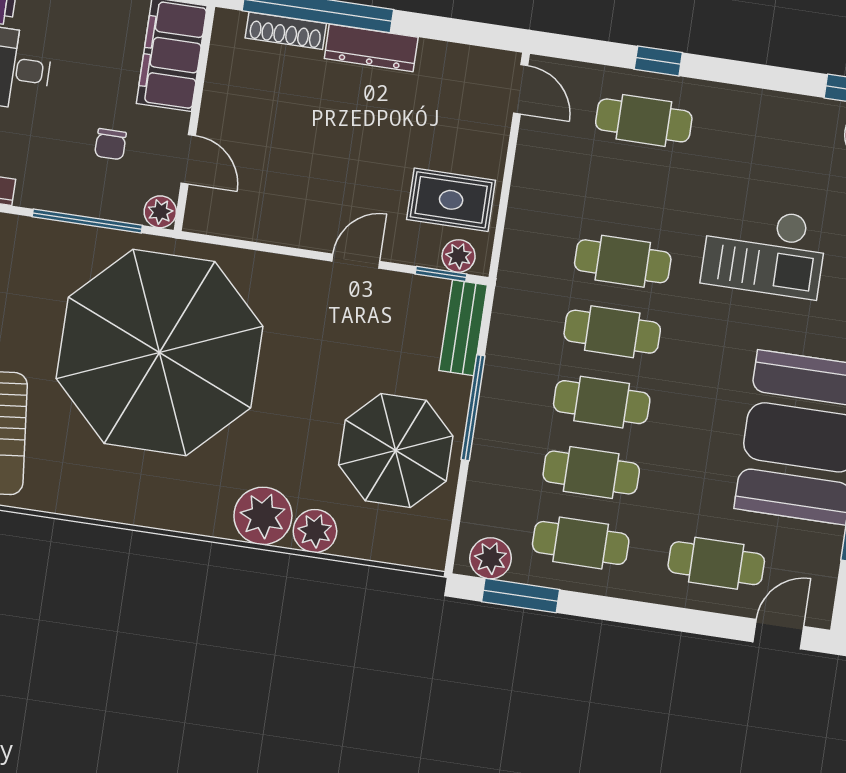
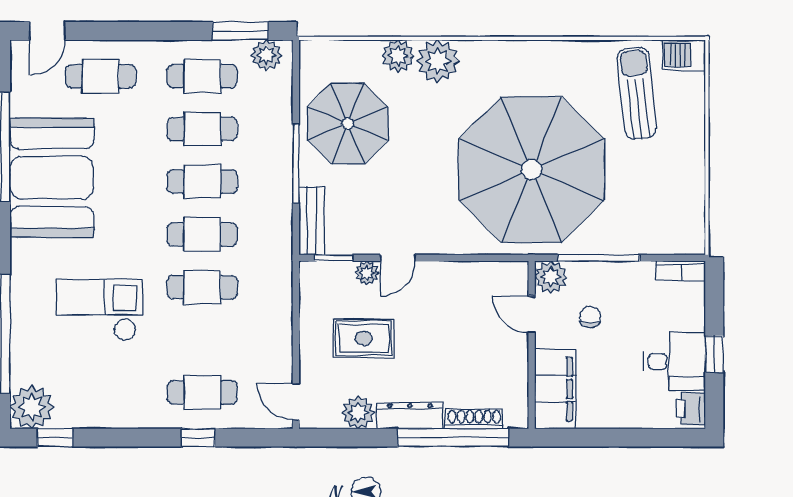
plant: (440, 62) -> (358, 413), added
rug: (451, 200) -> (364, 338), moved
plant: (160, 212) -> (551, 277), width x1.38, depth x1.38
plant: (459, 256) -> (367, 273), moved

